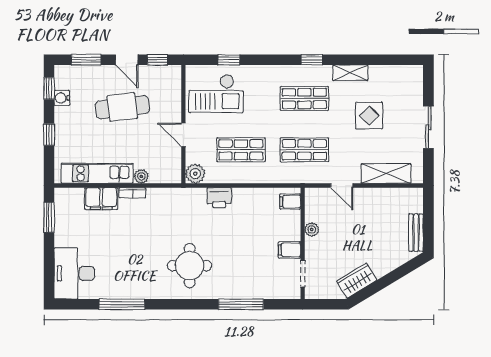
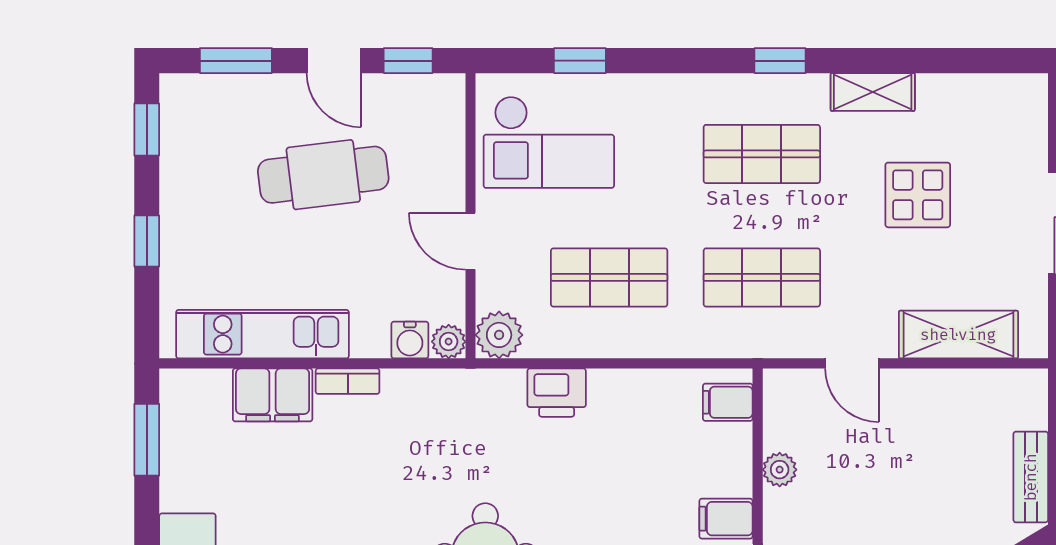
water cooler: (62, 98) -> (410, 340), moved, turned -90
plant: (141, 176) -> (449, 342), moved

